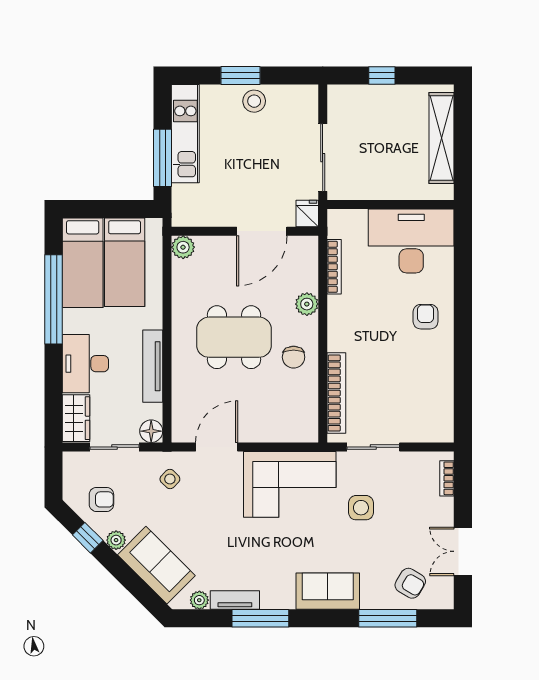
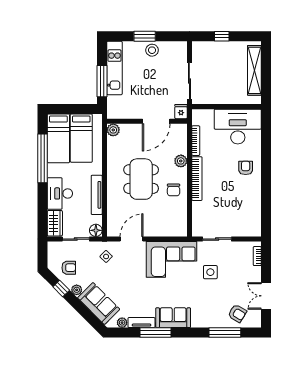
dining table: (234, 337) -> (141, 179), turned 90
bookcase: (336, 393) -> (197, 179), moved
sofa: (328, 591) -> (173, 318), moved

